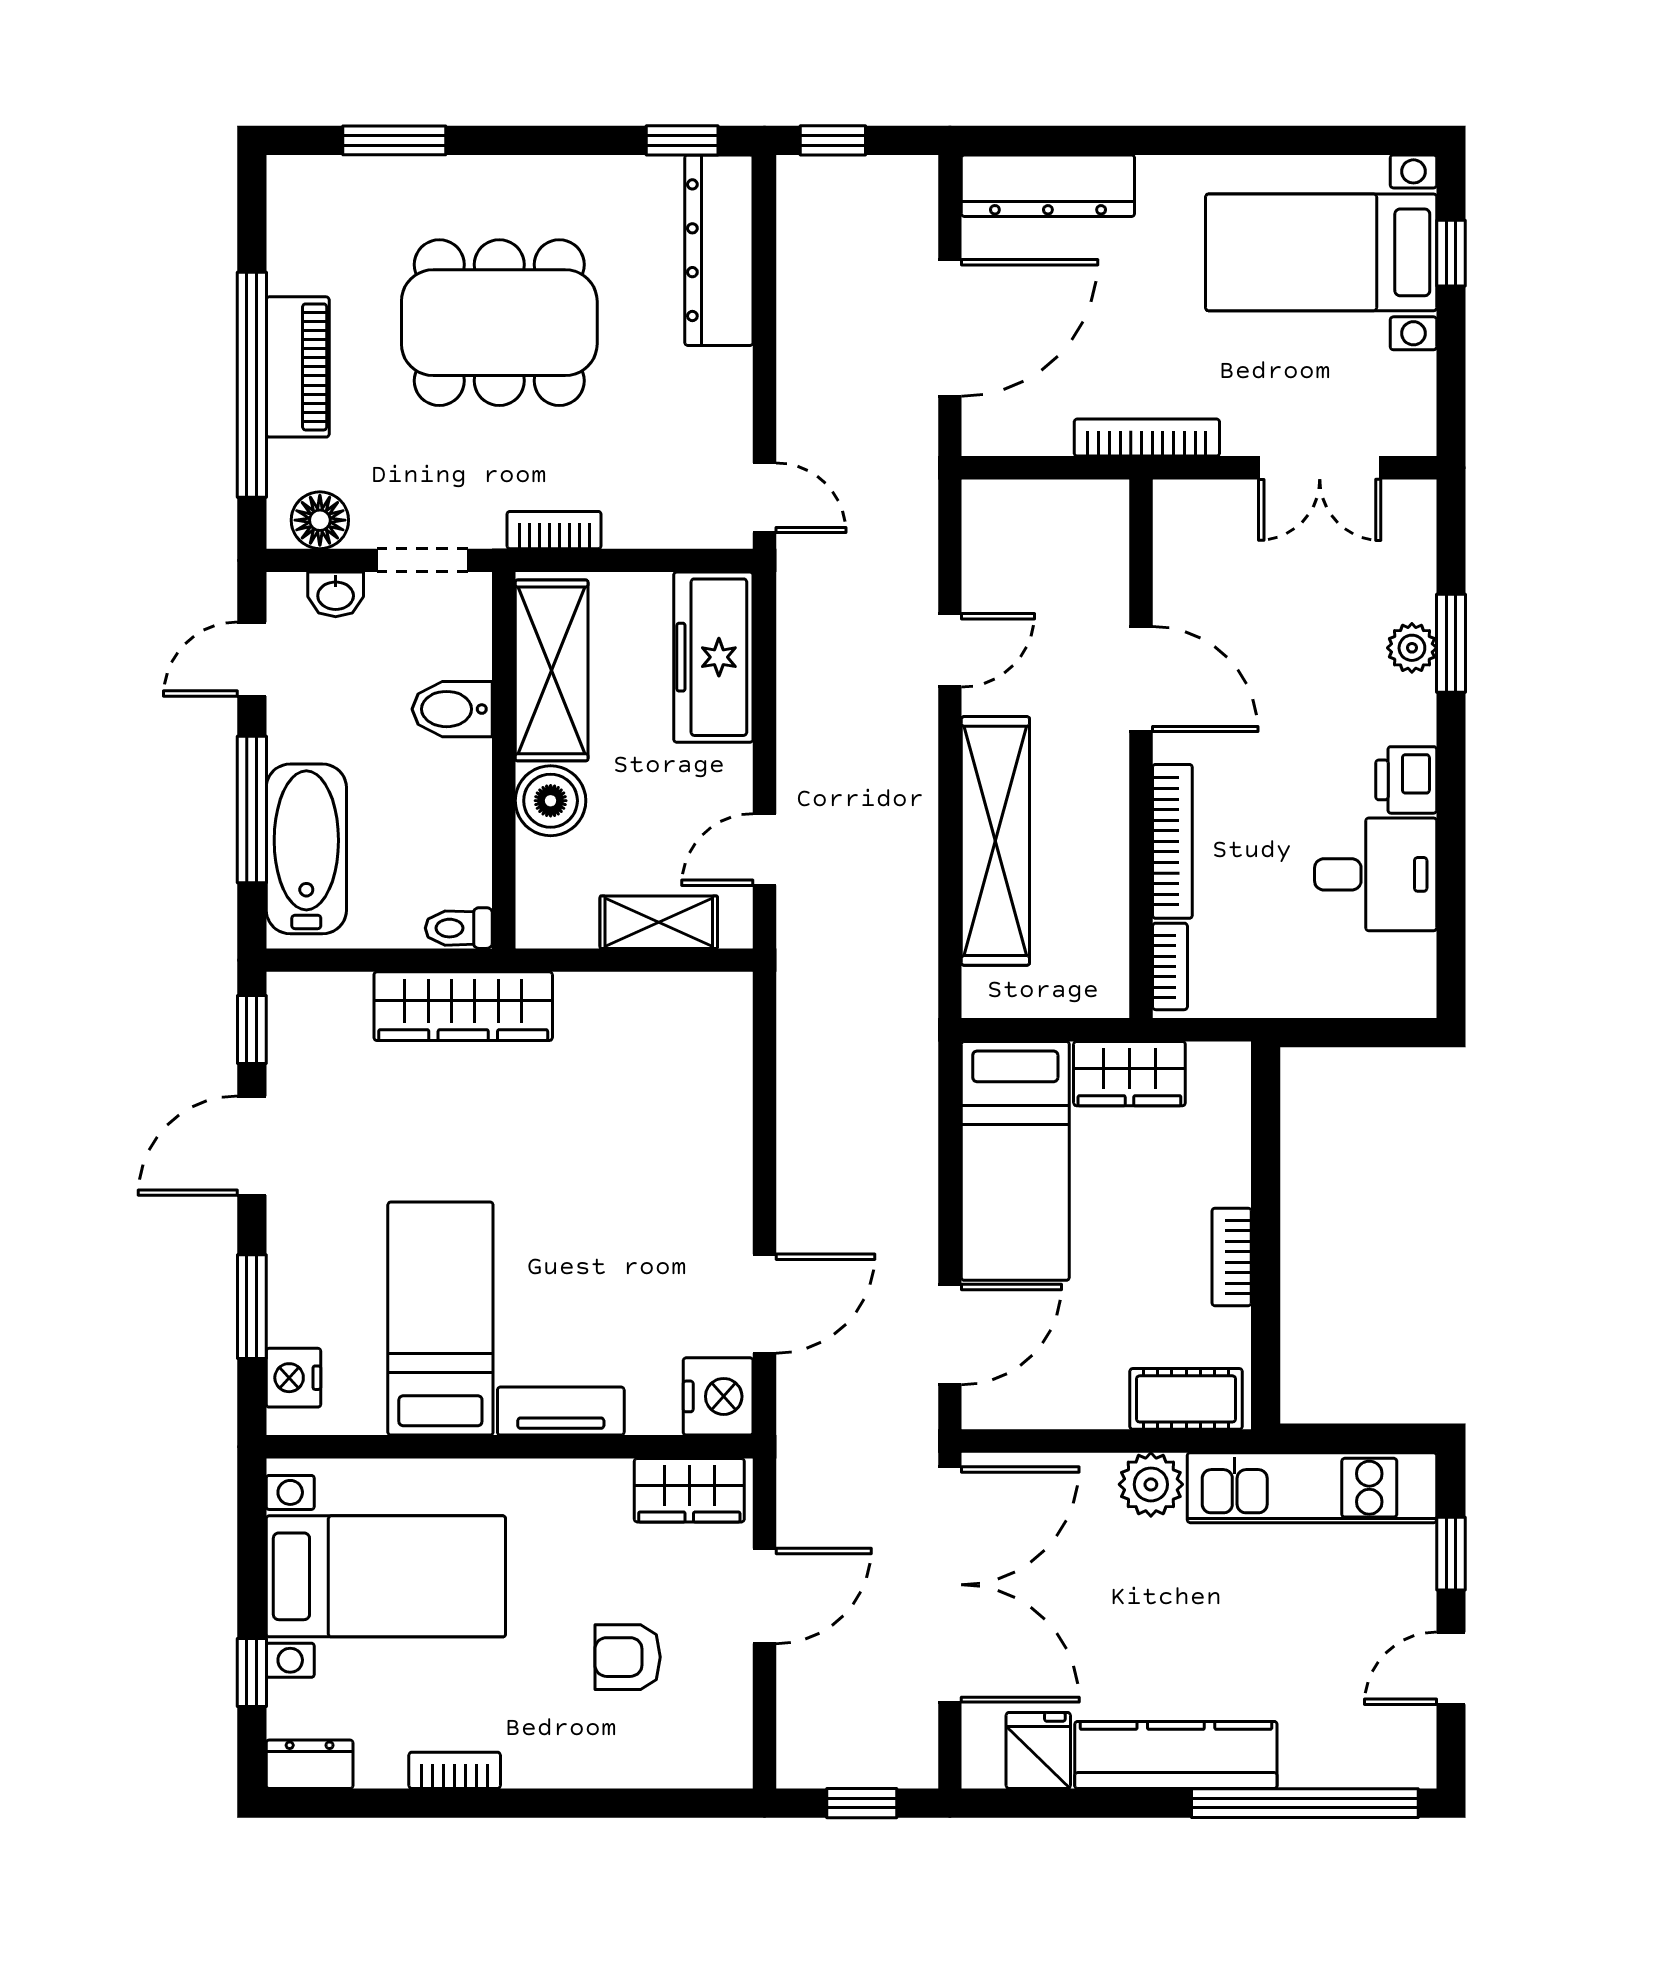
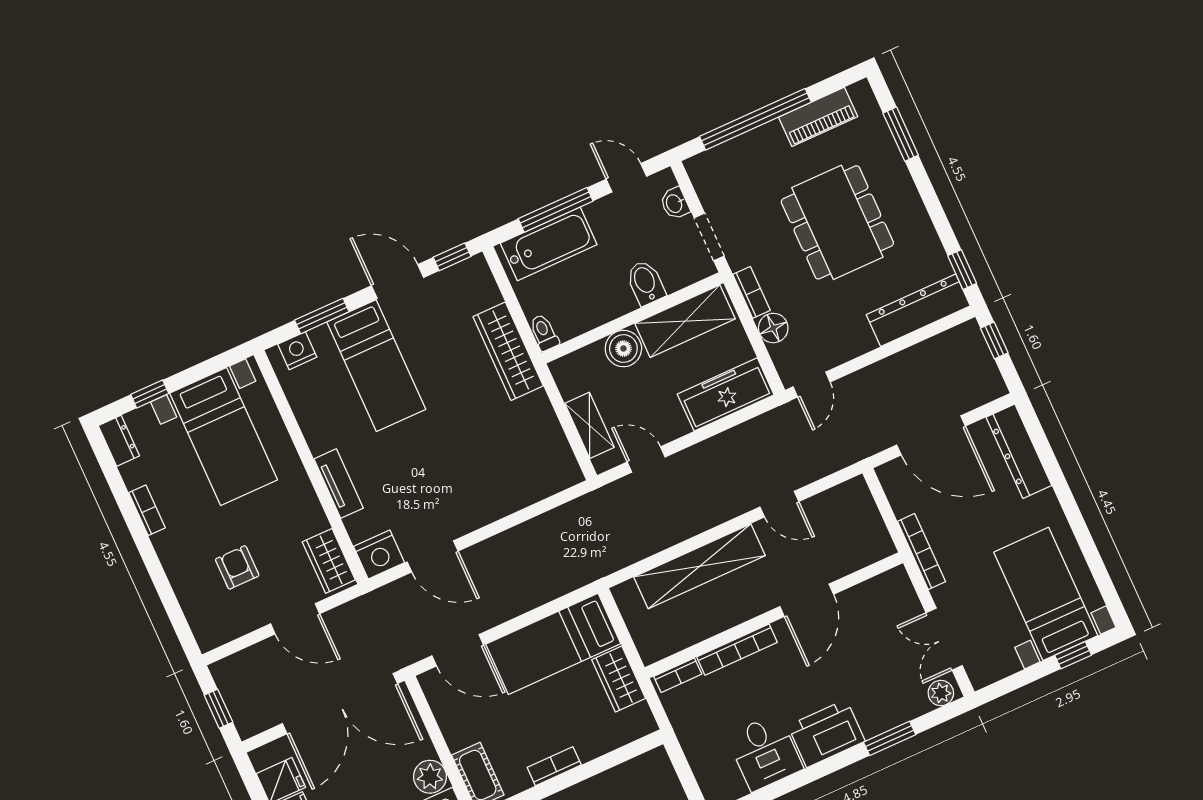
piano: (298, 367) -> (818, 117), moved
floor lamp: (320, 520) -> (773, 328), moved
plant: (1412, 648) -> (941, 693), moved
printer: (1406, 780) -> (826, 733), width x1.87, depth x1.48
bed: (440, 1319) -> (376, 366), moved, turned 90

